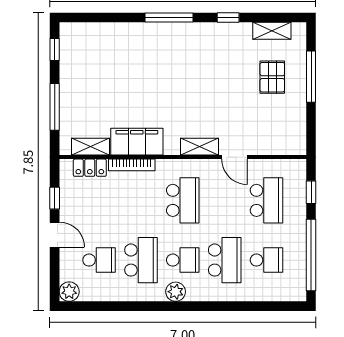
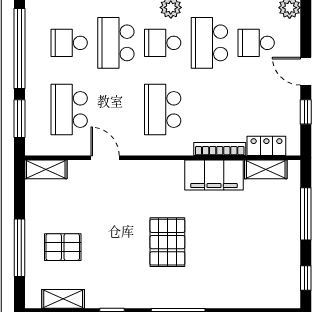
pallet: (272, 77) -> (63, 247), turned 90
pallet: (179, 82) -> (167, 242), added
shelving: (200, 147) -> (46, 169), moved
window: (311, 192) -> (19, 119), width x1.50

